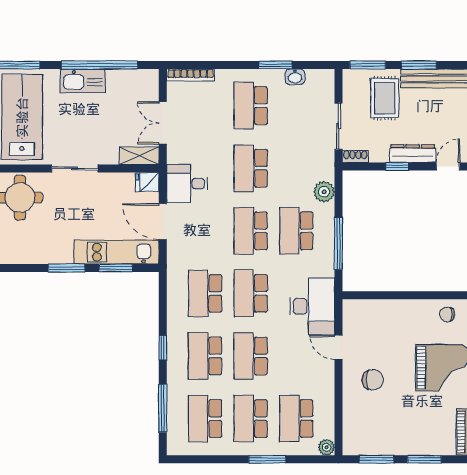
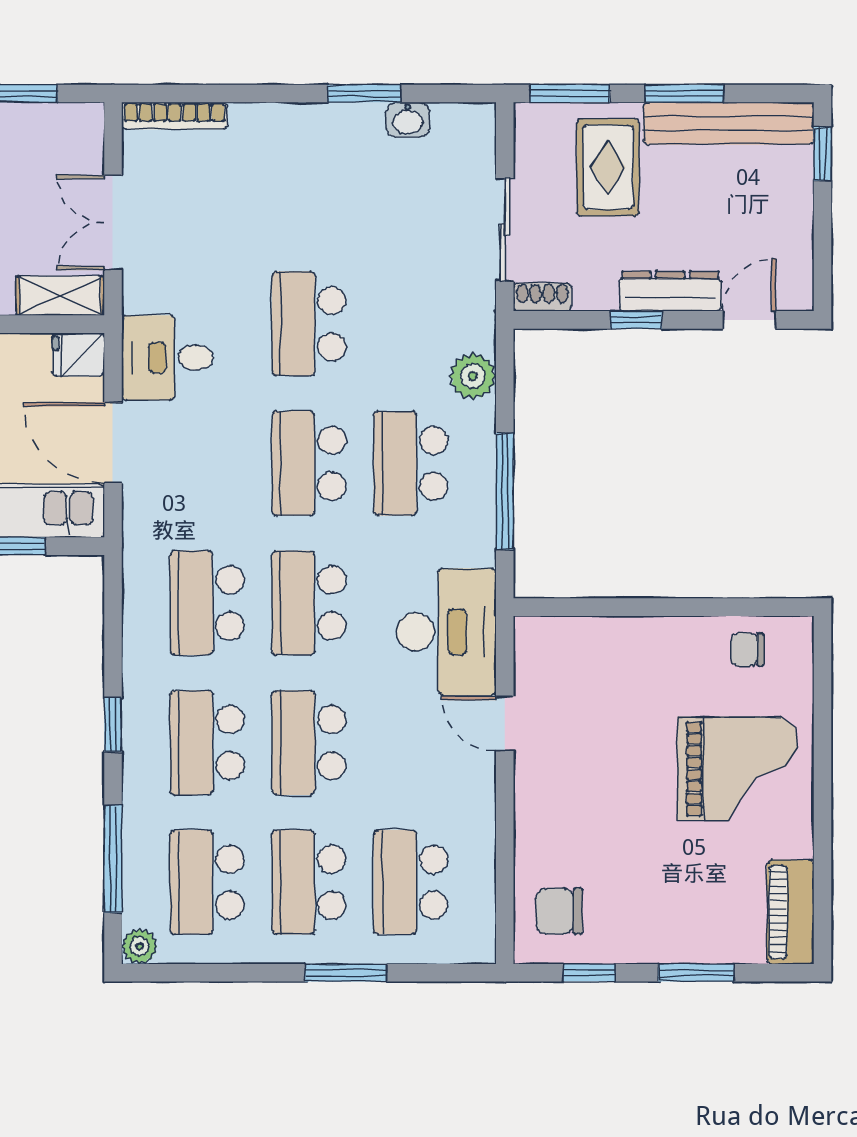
school desk: (251, 106) -> (309, 184), removed
chair: (373, 380) -> (559, 911), moved, turned 180
plant: (327, 447) -> (139, 946), moved
window: (376, 459) -> (589, 973), width x0.67

